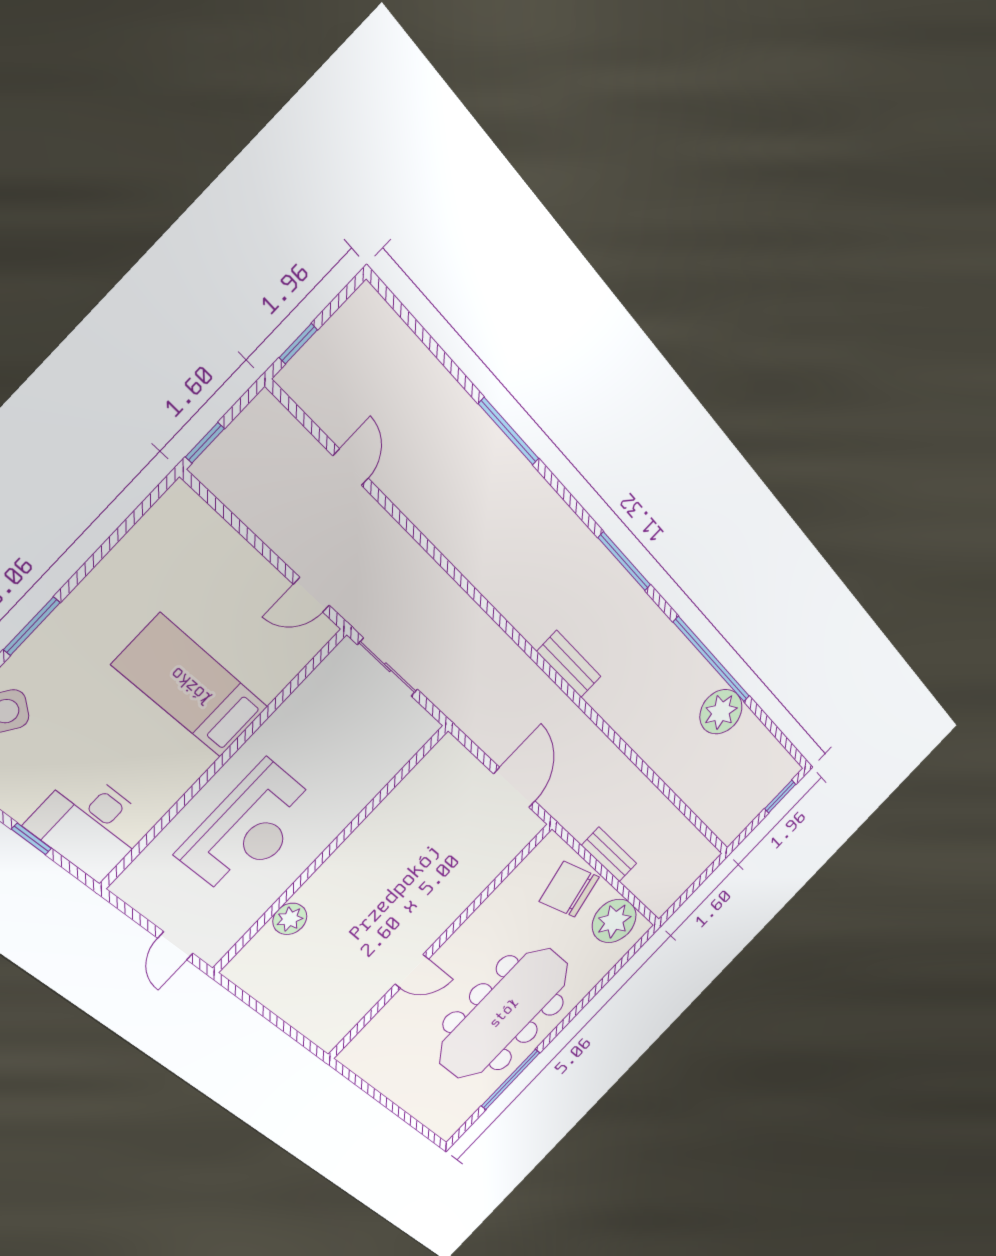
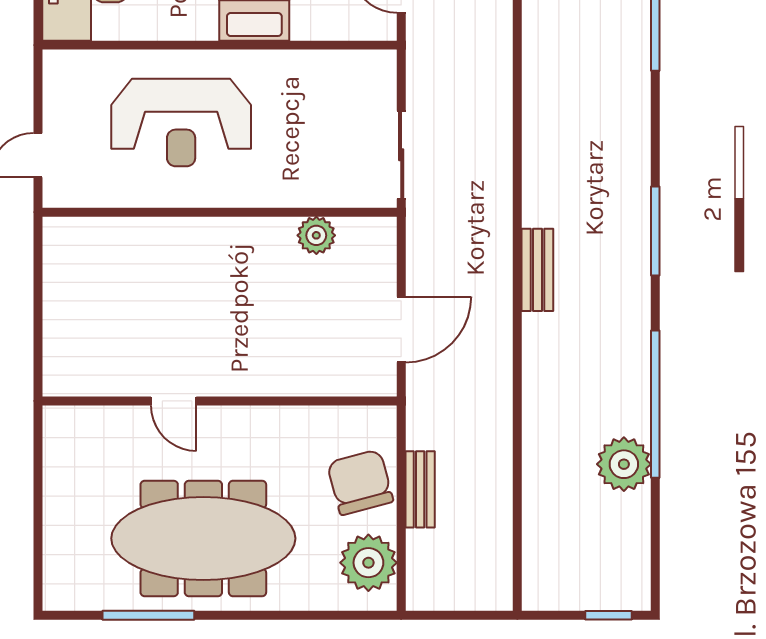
sliding door: (388, 667) -> (401, 155), moved
plant: (290, 919) -> (316, 235), moved

